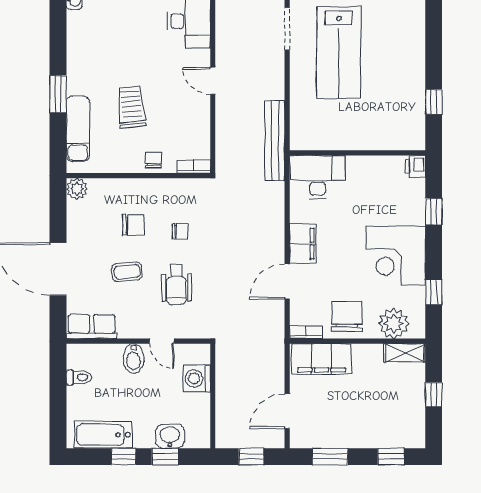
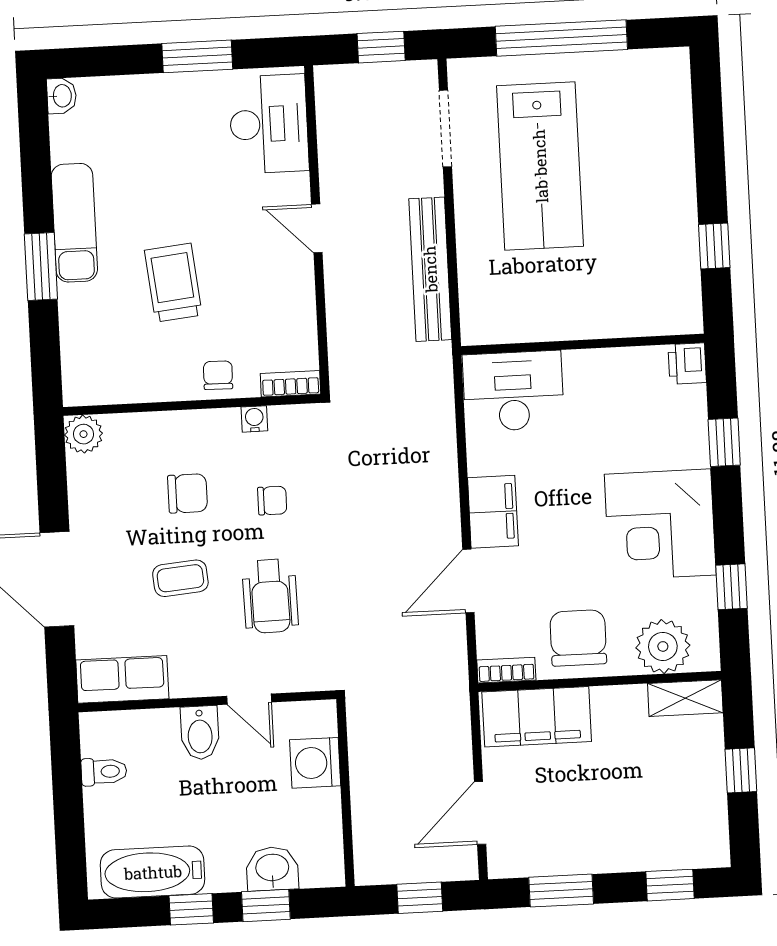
exam couch: (78, 129) -> (74, 223), moved
bench: (275, 141) -> (430, 269), moved
water cooler: (173, 185) -> (254, 419), added

